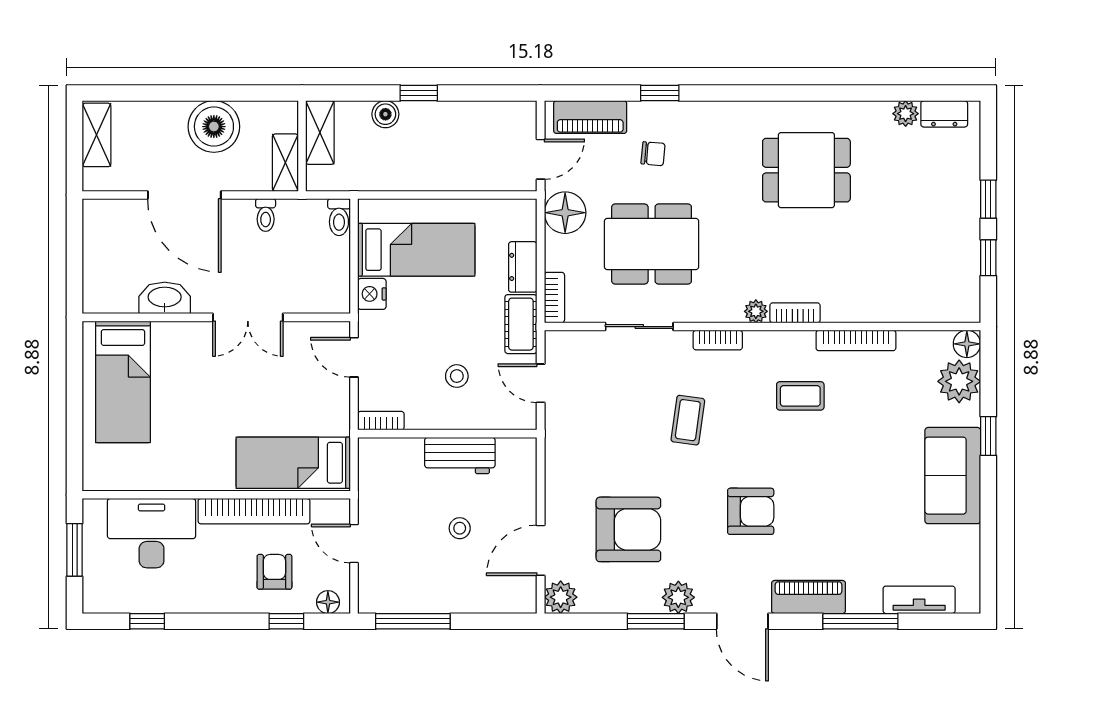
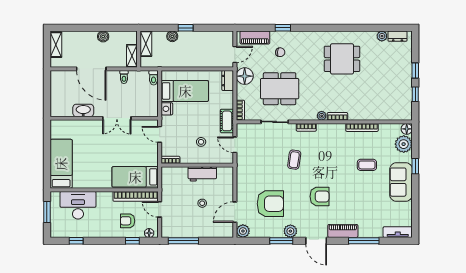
boiler: (214, 127) -> (103, 36), width x0.54, depth x0.54
dresser: (523, 267) -> (228, 81), moved
bed: (123, 382) -> (61, 164), moved, turned 180
coffee table: (800, 396) -> (367, 165), moved
bookcase: (254, 511) -> (136, 196), moved
armchair: (274, 572) -> (128, 221), turned -90
tv unit: (919, 600) -> (398, 232), moved

